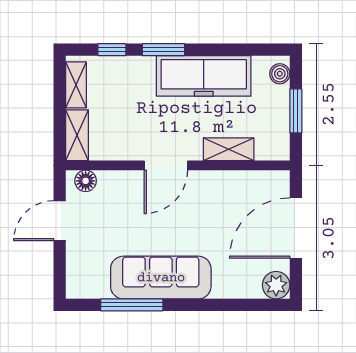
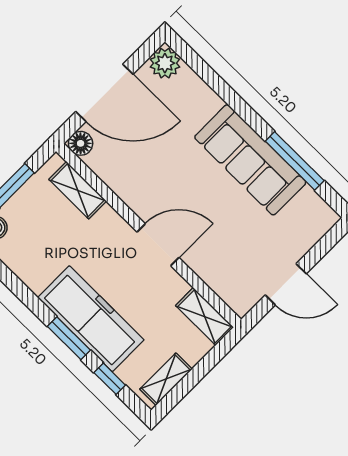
freezer: (204, 76) -> (91, 319), moved
shelving: (77, 135) -> (205, 316), moved, turned 90
shelving: (229, 149) -> (78, 190), moved
floor lamp: (86, 181) -> (81, 143), moved

